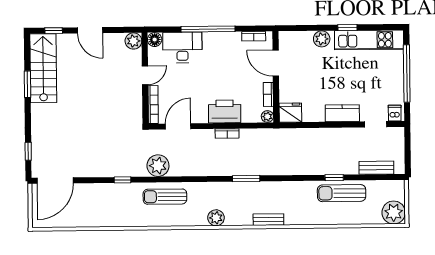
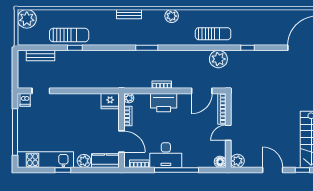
desk: (182, 47) -> (166, 155), moved
kitchen counter: (342, 113) -> (105, 161), moved, turned 180

